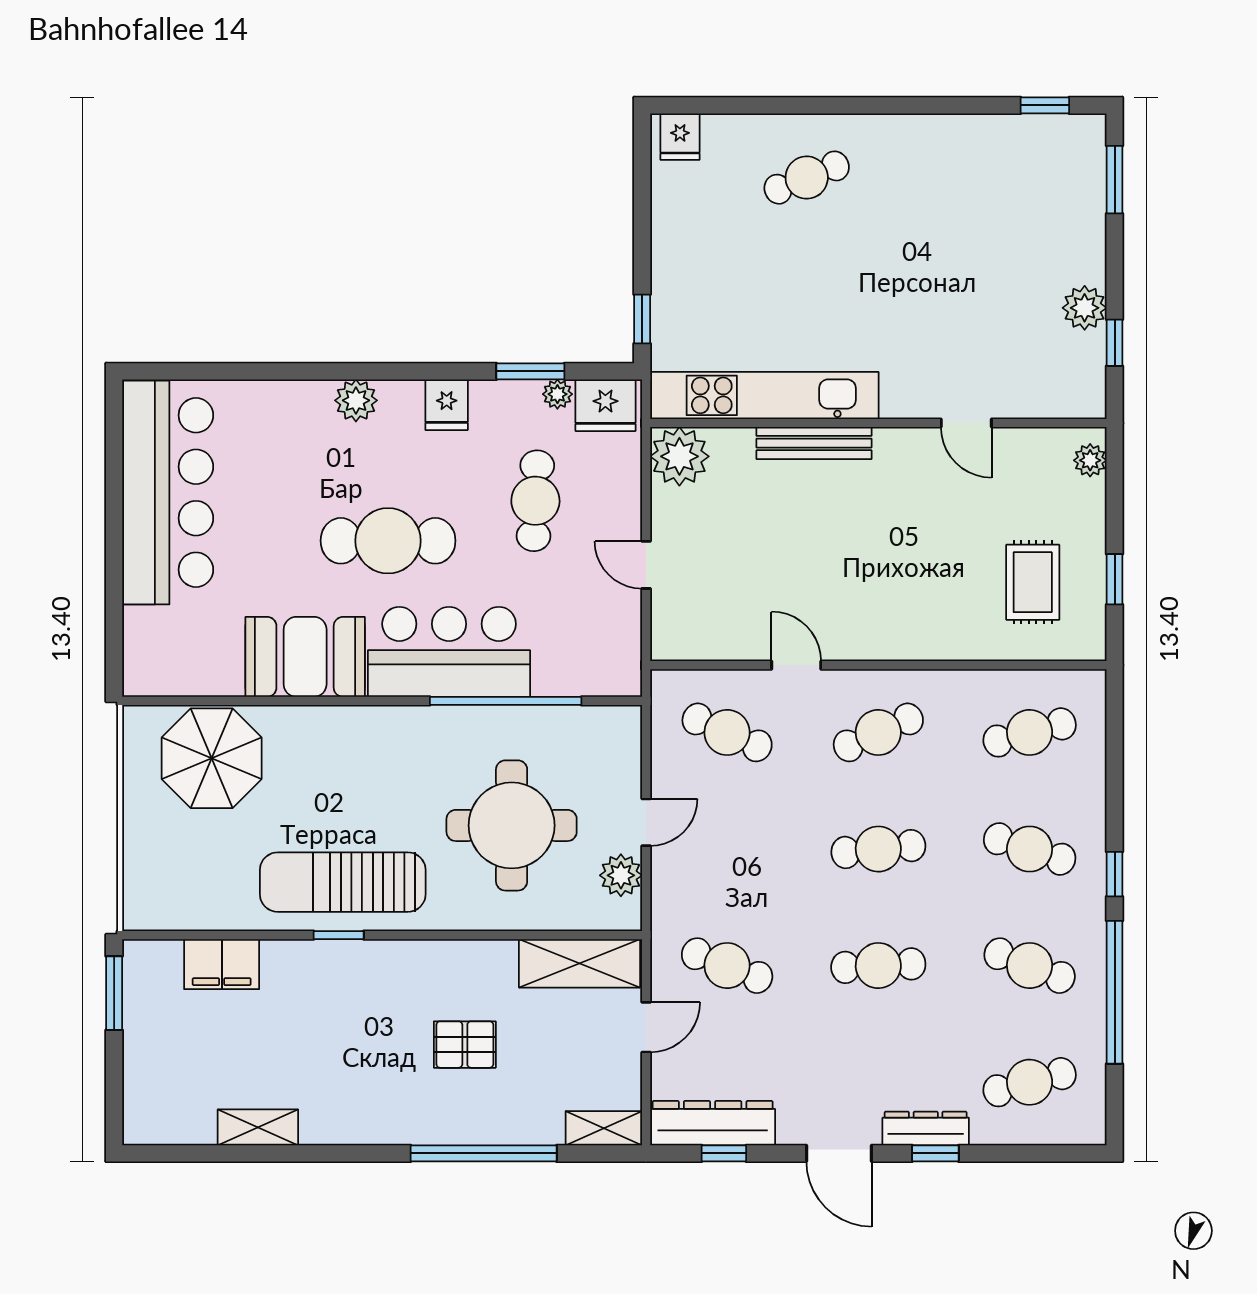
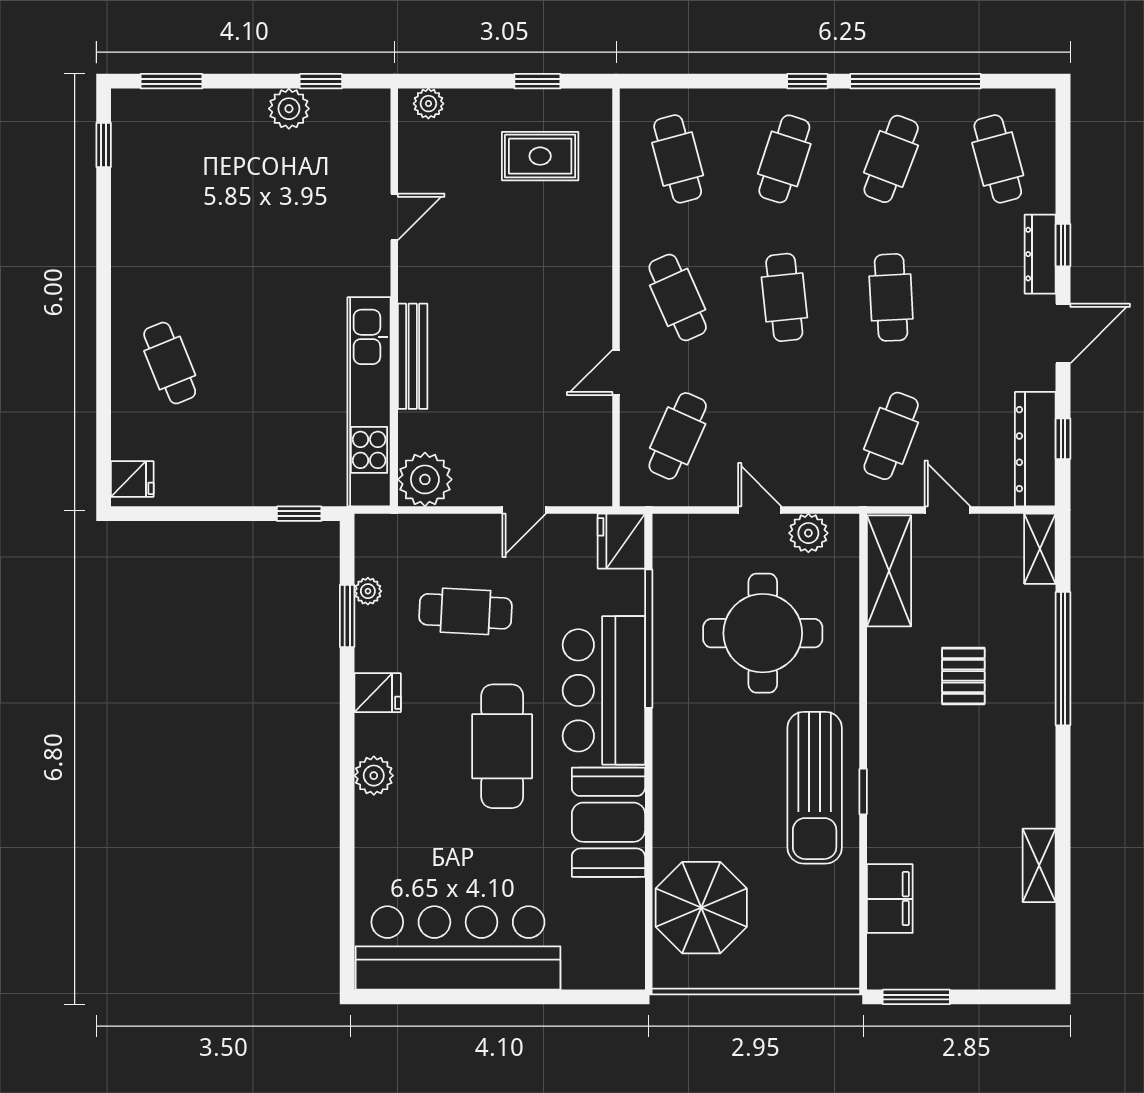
fridge: (605, 405) -> (621, 541), moved, turned 180

